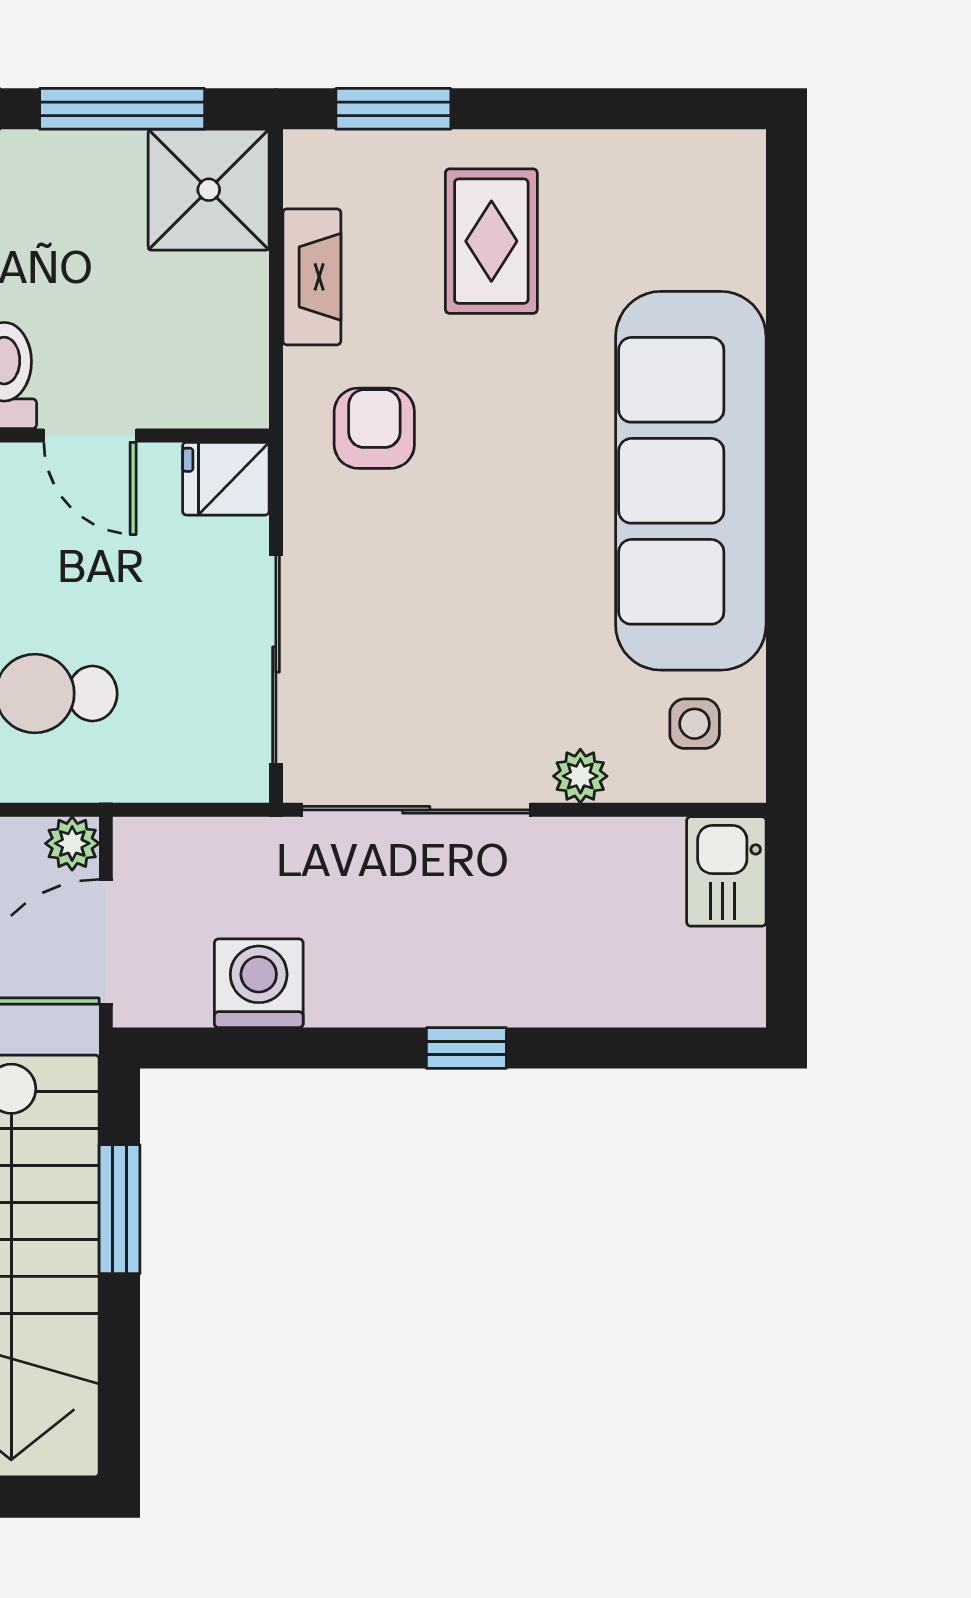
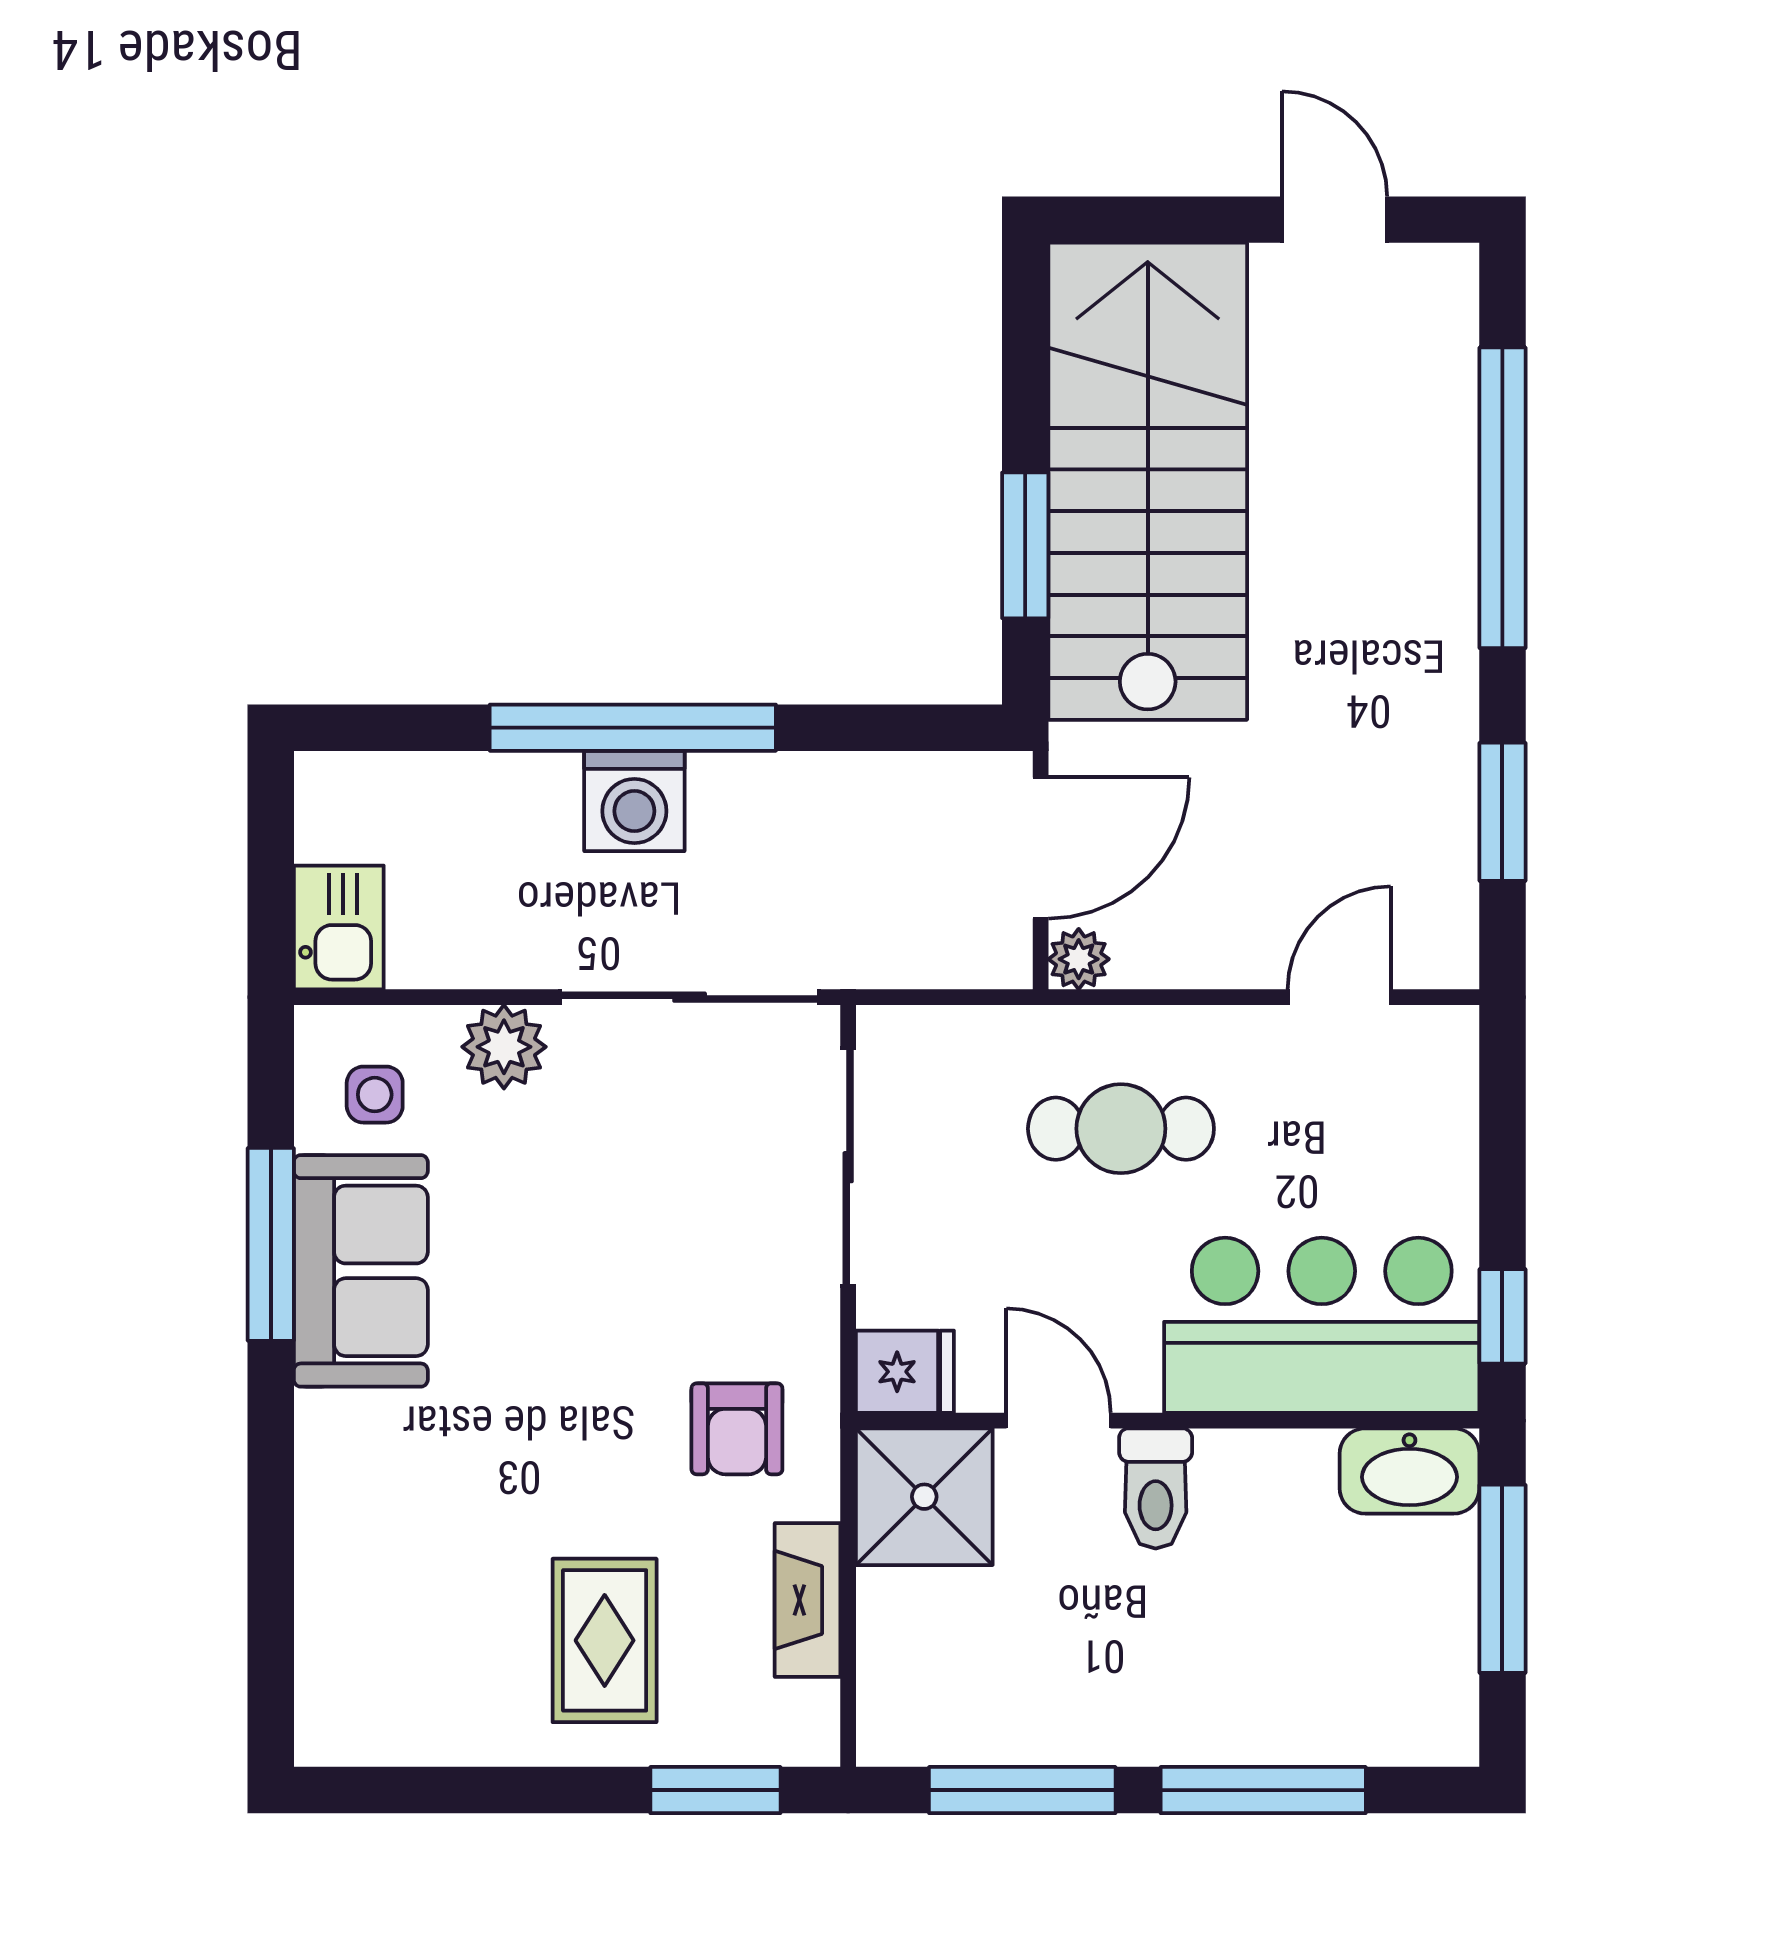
shower: (209, 190) -> (924, 1497), moved
sofa: (691, 481) -> (361, 1271), width x0.54, depth x0.79
window: (786, 591) -> (271, 1244), added
plant: (580, 776) -> (504, 1047), width x1.38, depth x1.38
washing machine: (259, 983) -> (634, 801), moved
window: (466, 1048) -> (633, 728), width x3.17

